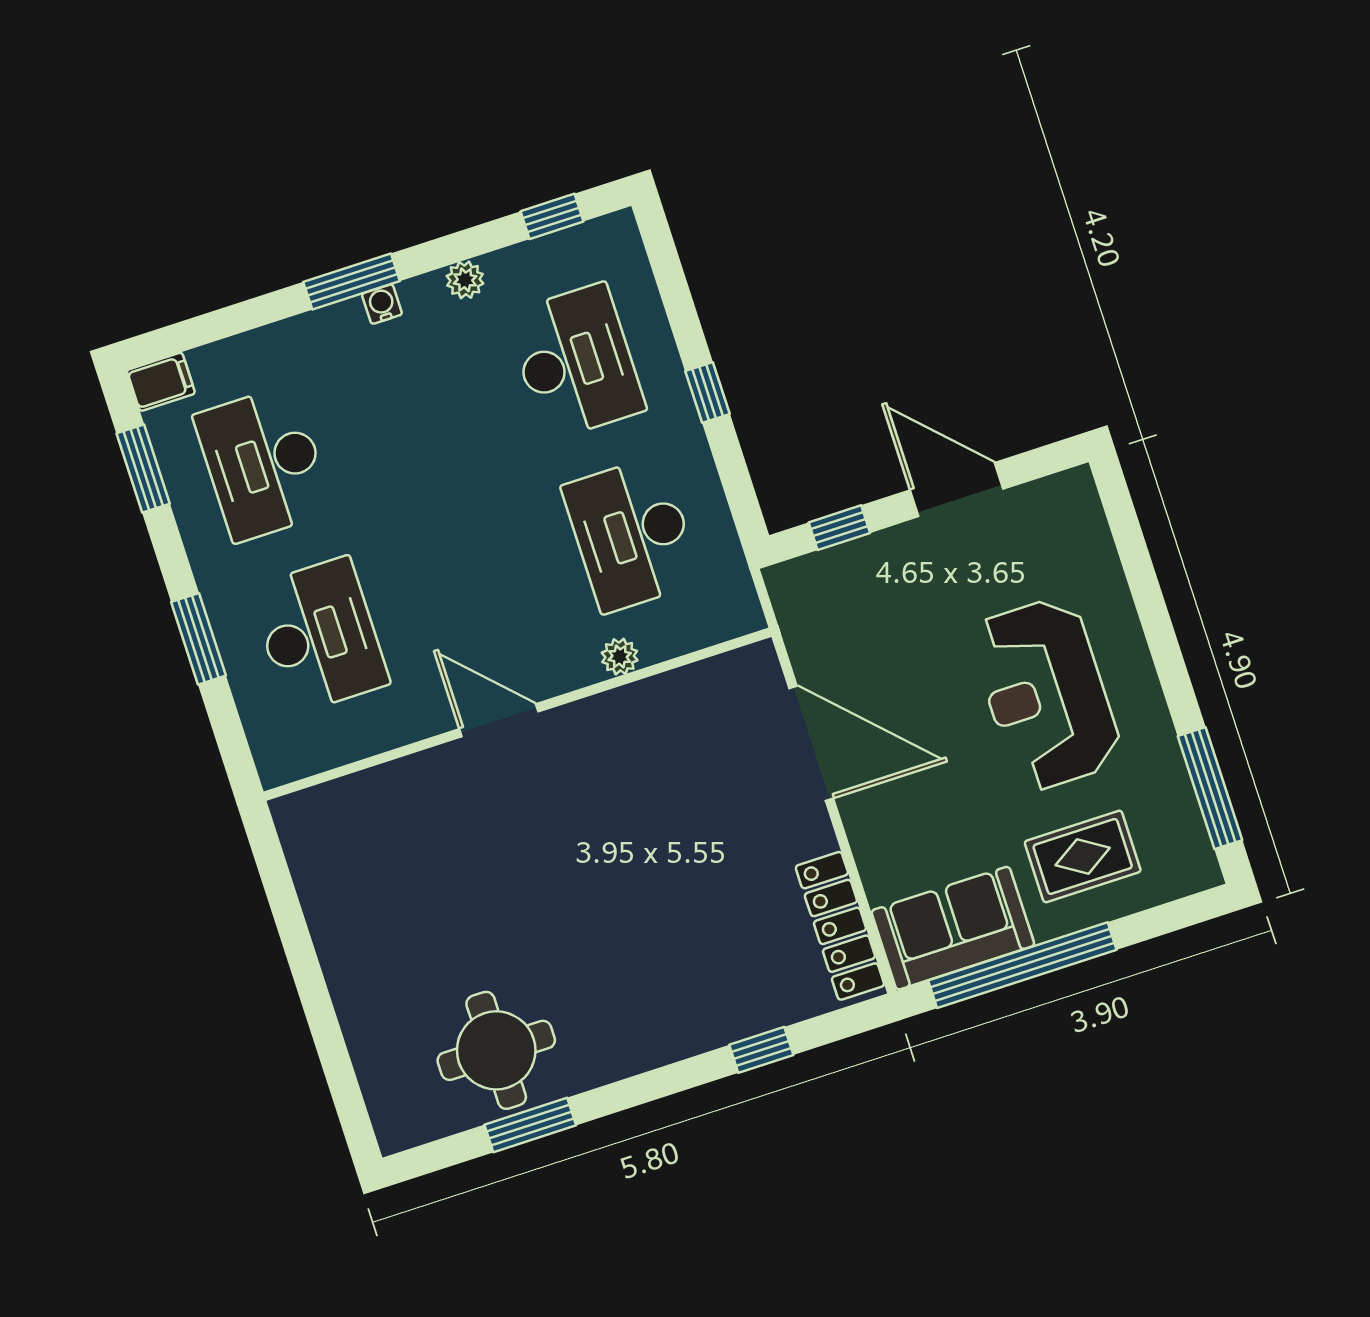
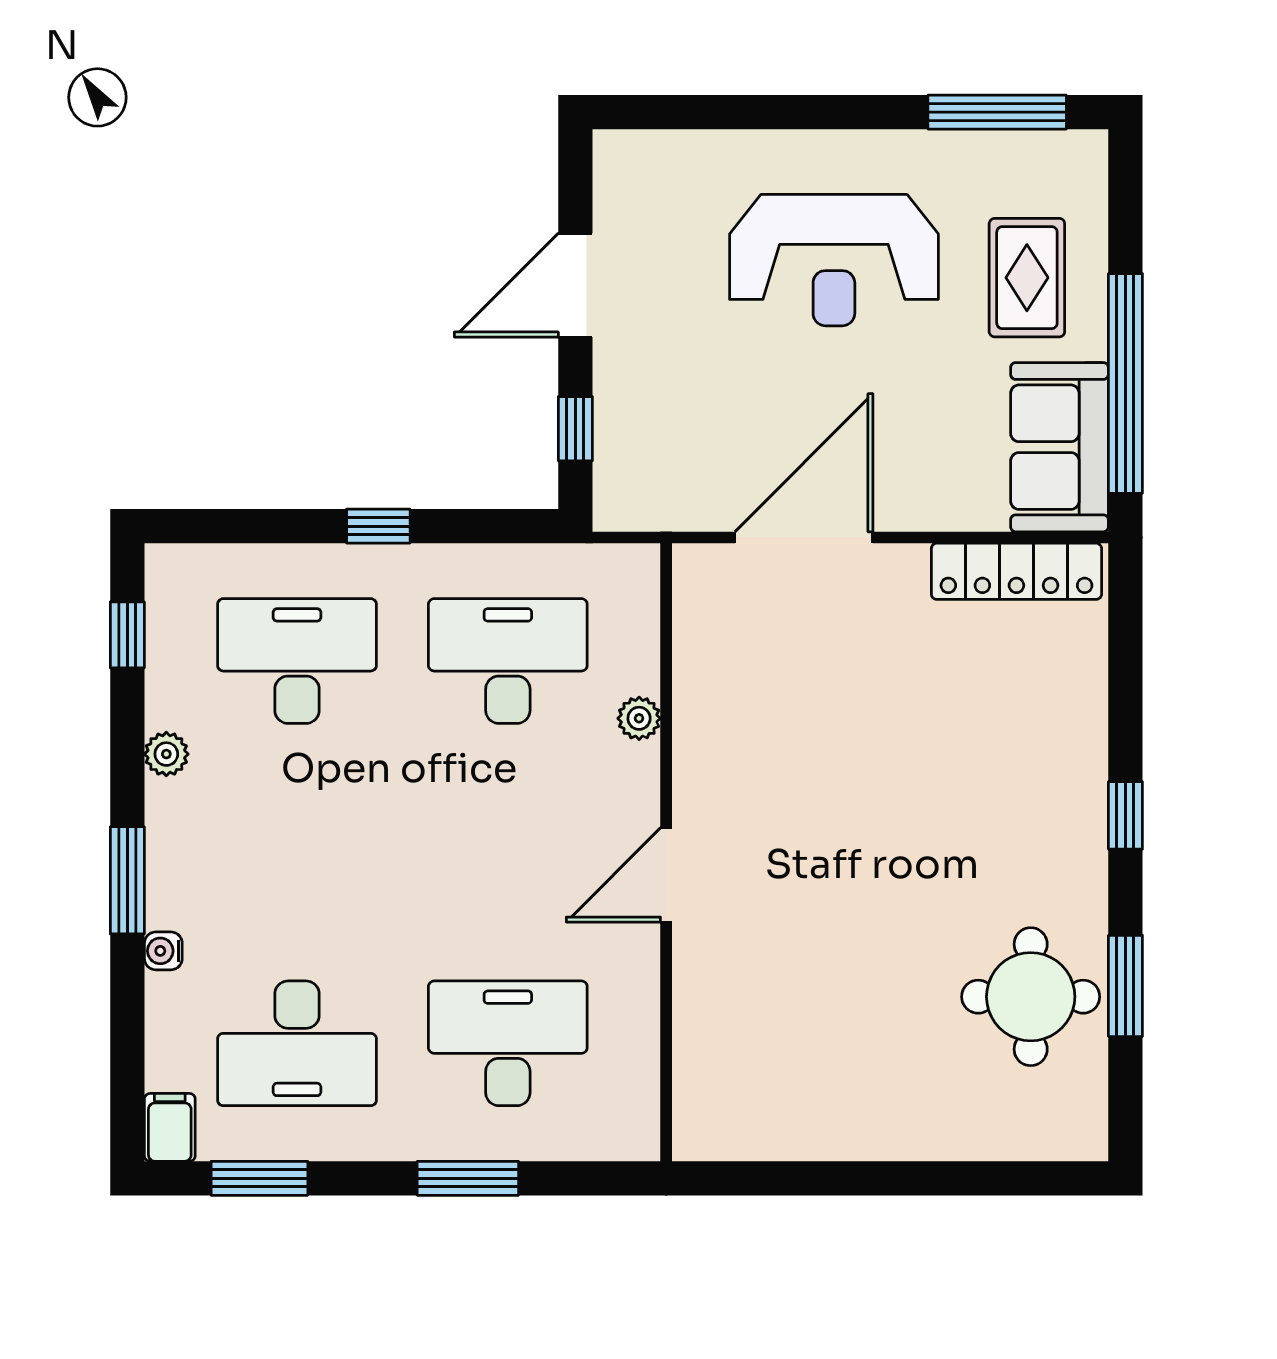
water cooler: (382, 304) -> (163, 951), moved
desk: (632, 534) -> (508, 661), turned 180
window: (761, 1050) -> (1125, 815), moved

